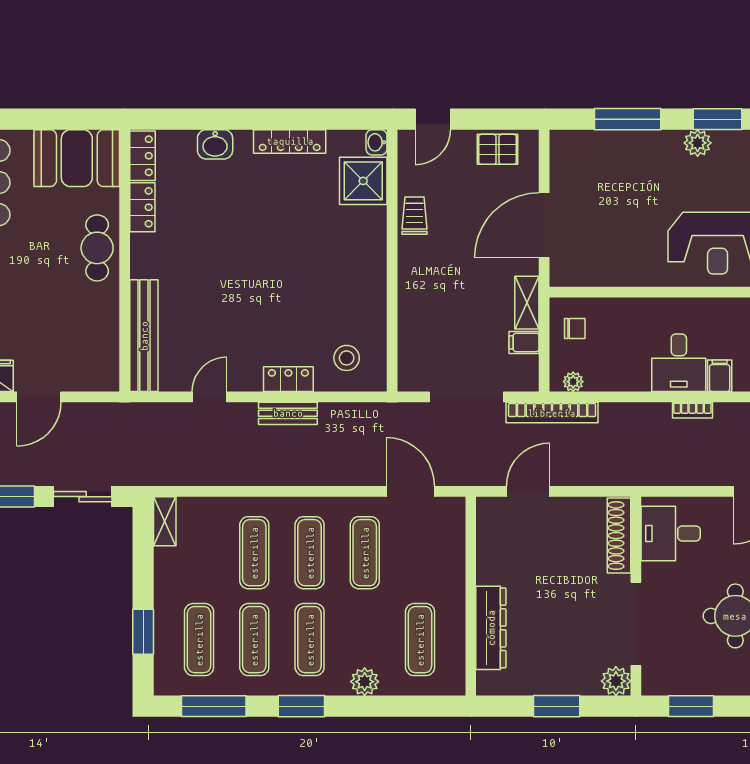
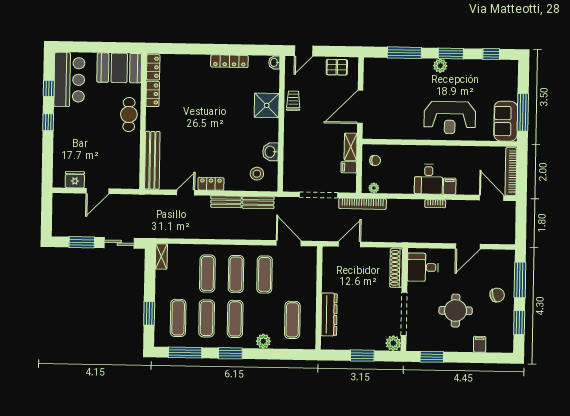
washbasin: (215, 144) -> (270, 152), moved, turned 90
shower: (363, 181) -> (267, 105), moved
locker: (288, 379) -> (211, 184), moved
bench: (350, 414) -> (258, 203), added

